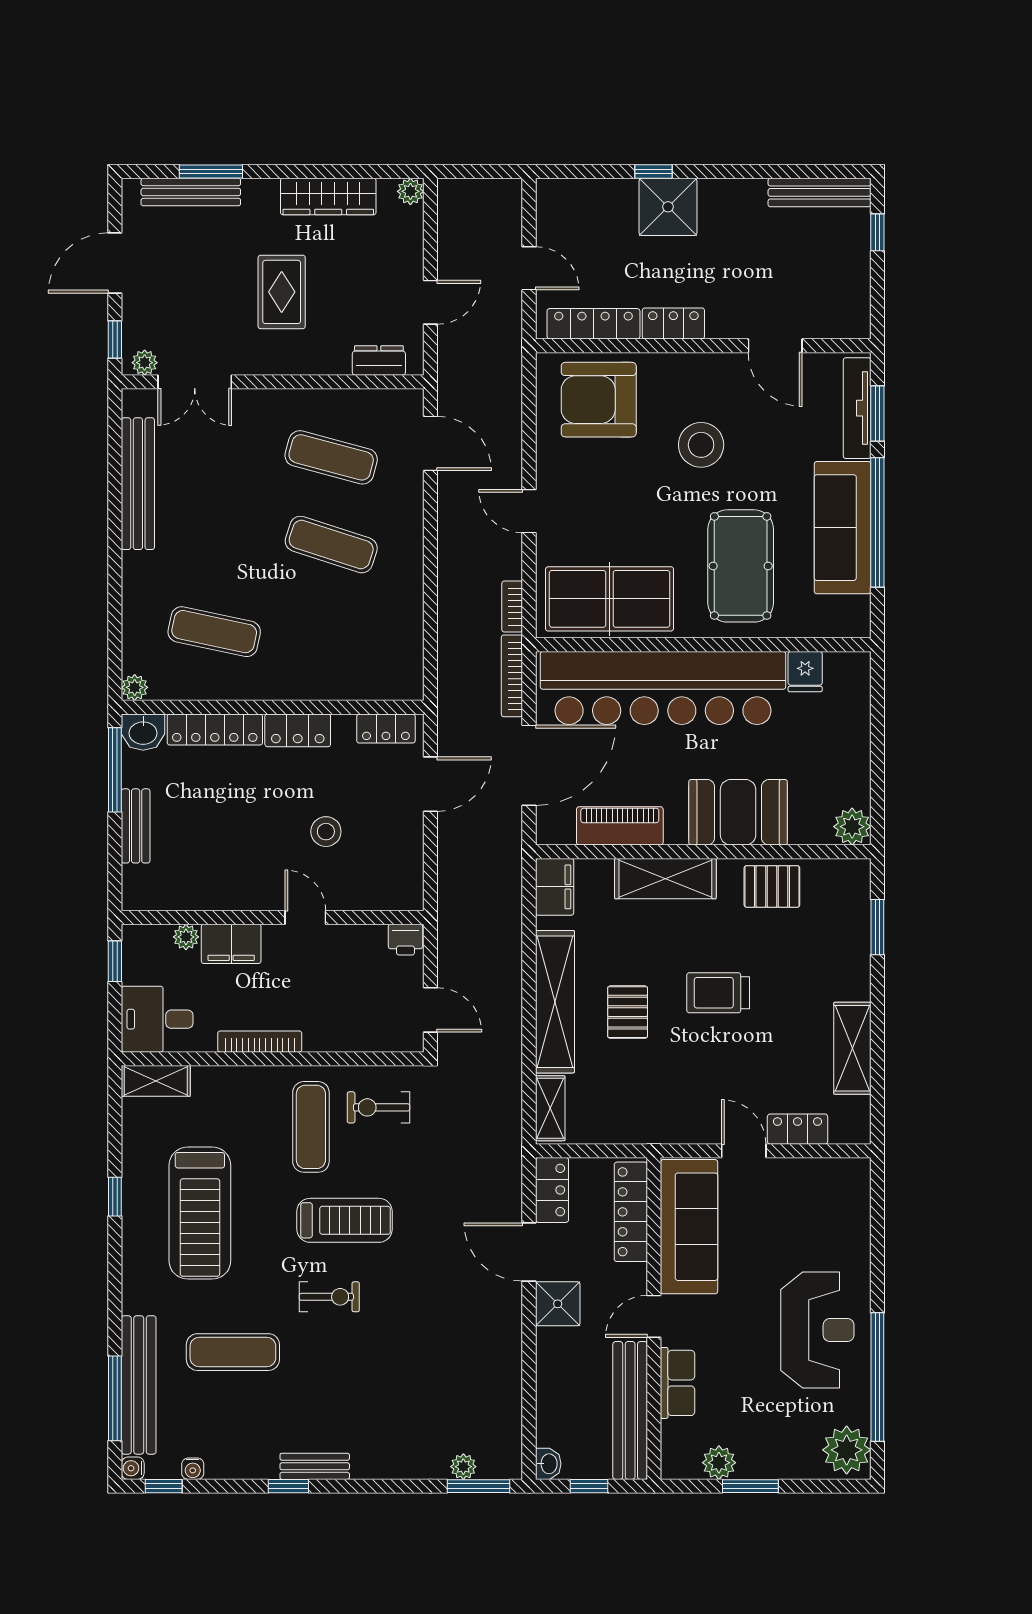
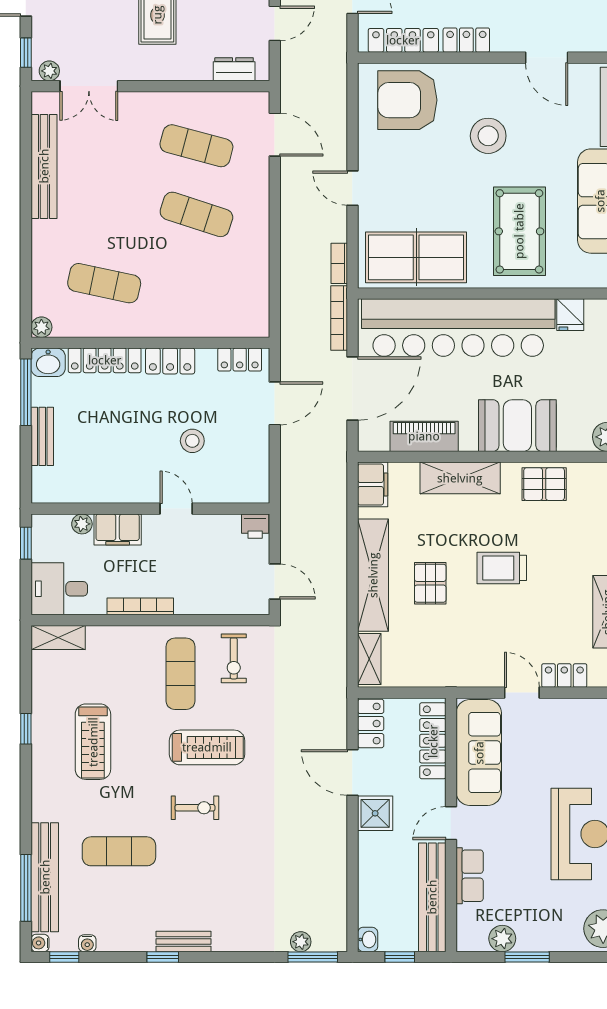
exercise bike: (378, 1107) -> (234, 658), turned -90
treadmill: (200, 1213) -> (93, 742), width x0.73, depth x0.73

